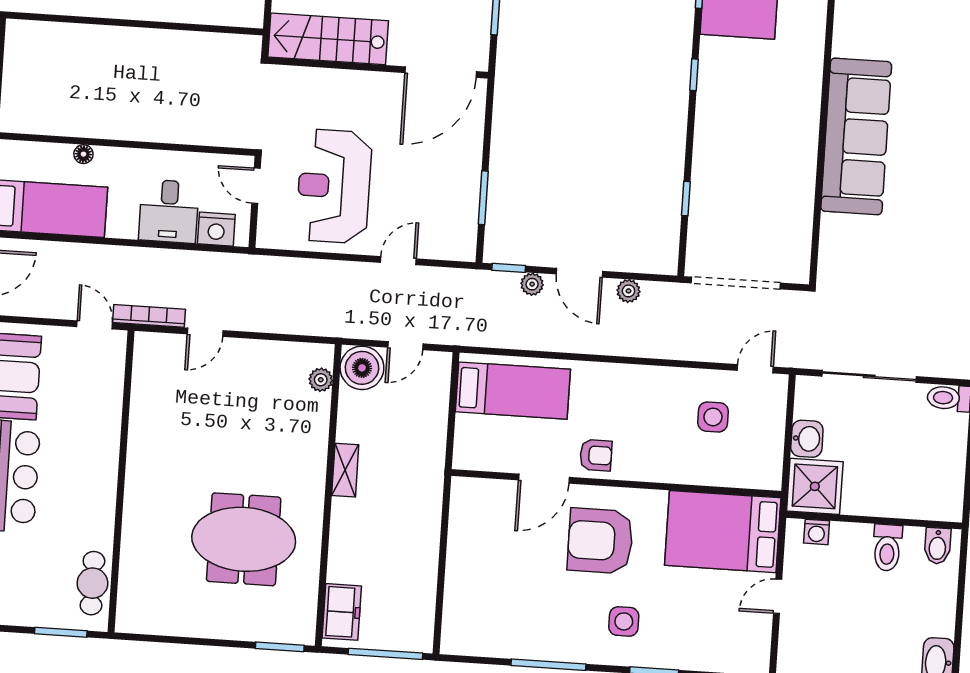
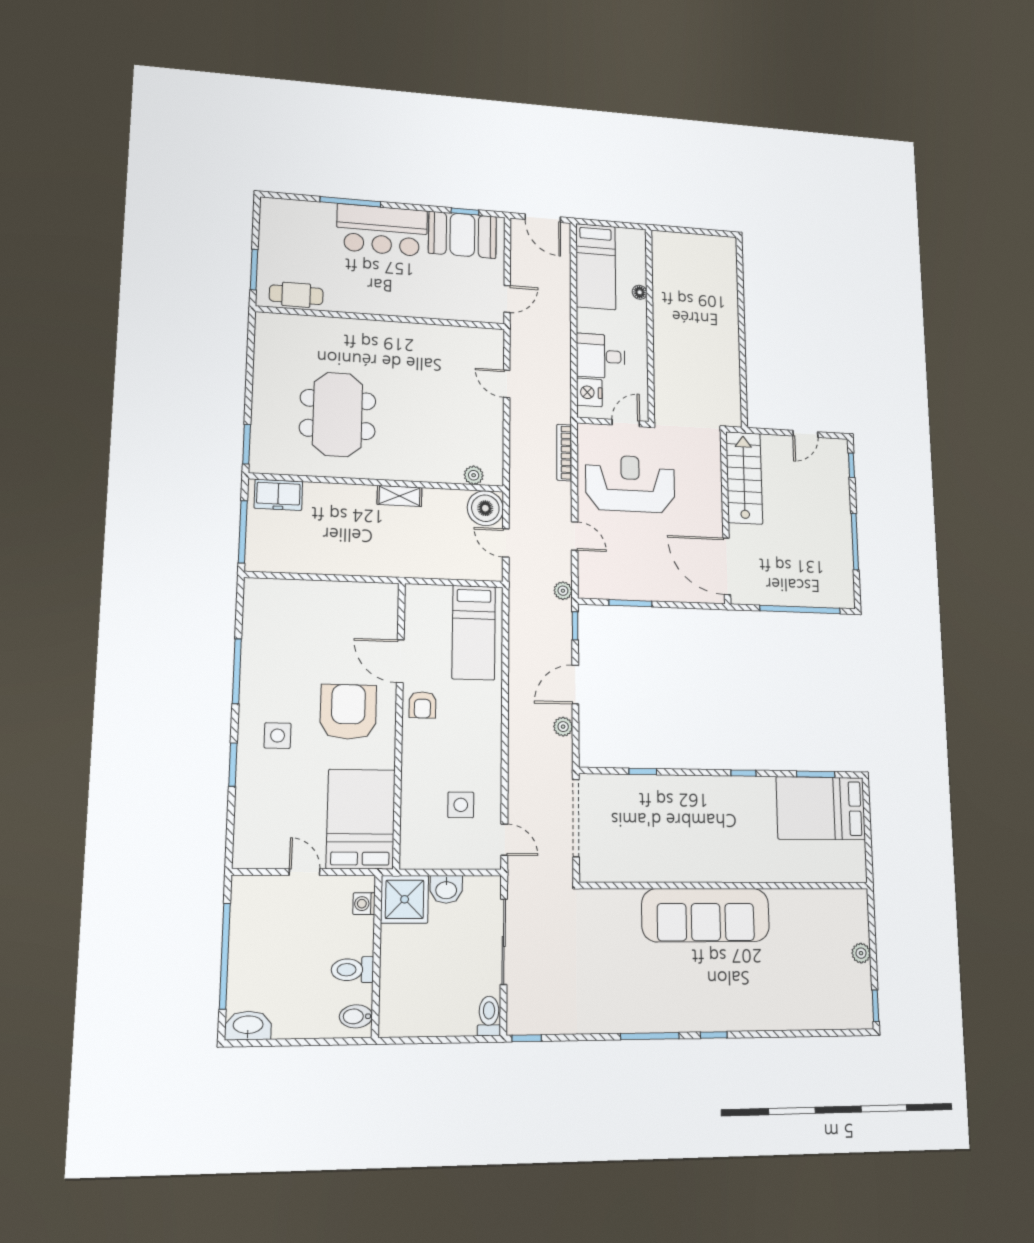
plant: (532, 284) -> (563, 591), moved
bookcase: (149, 316) -> (564, 453), moved, turned 180

